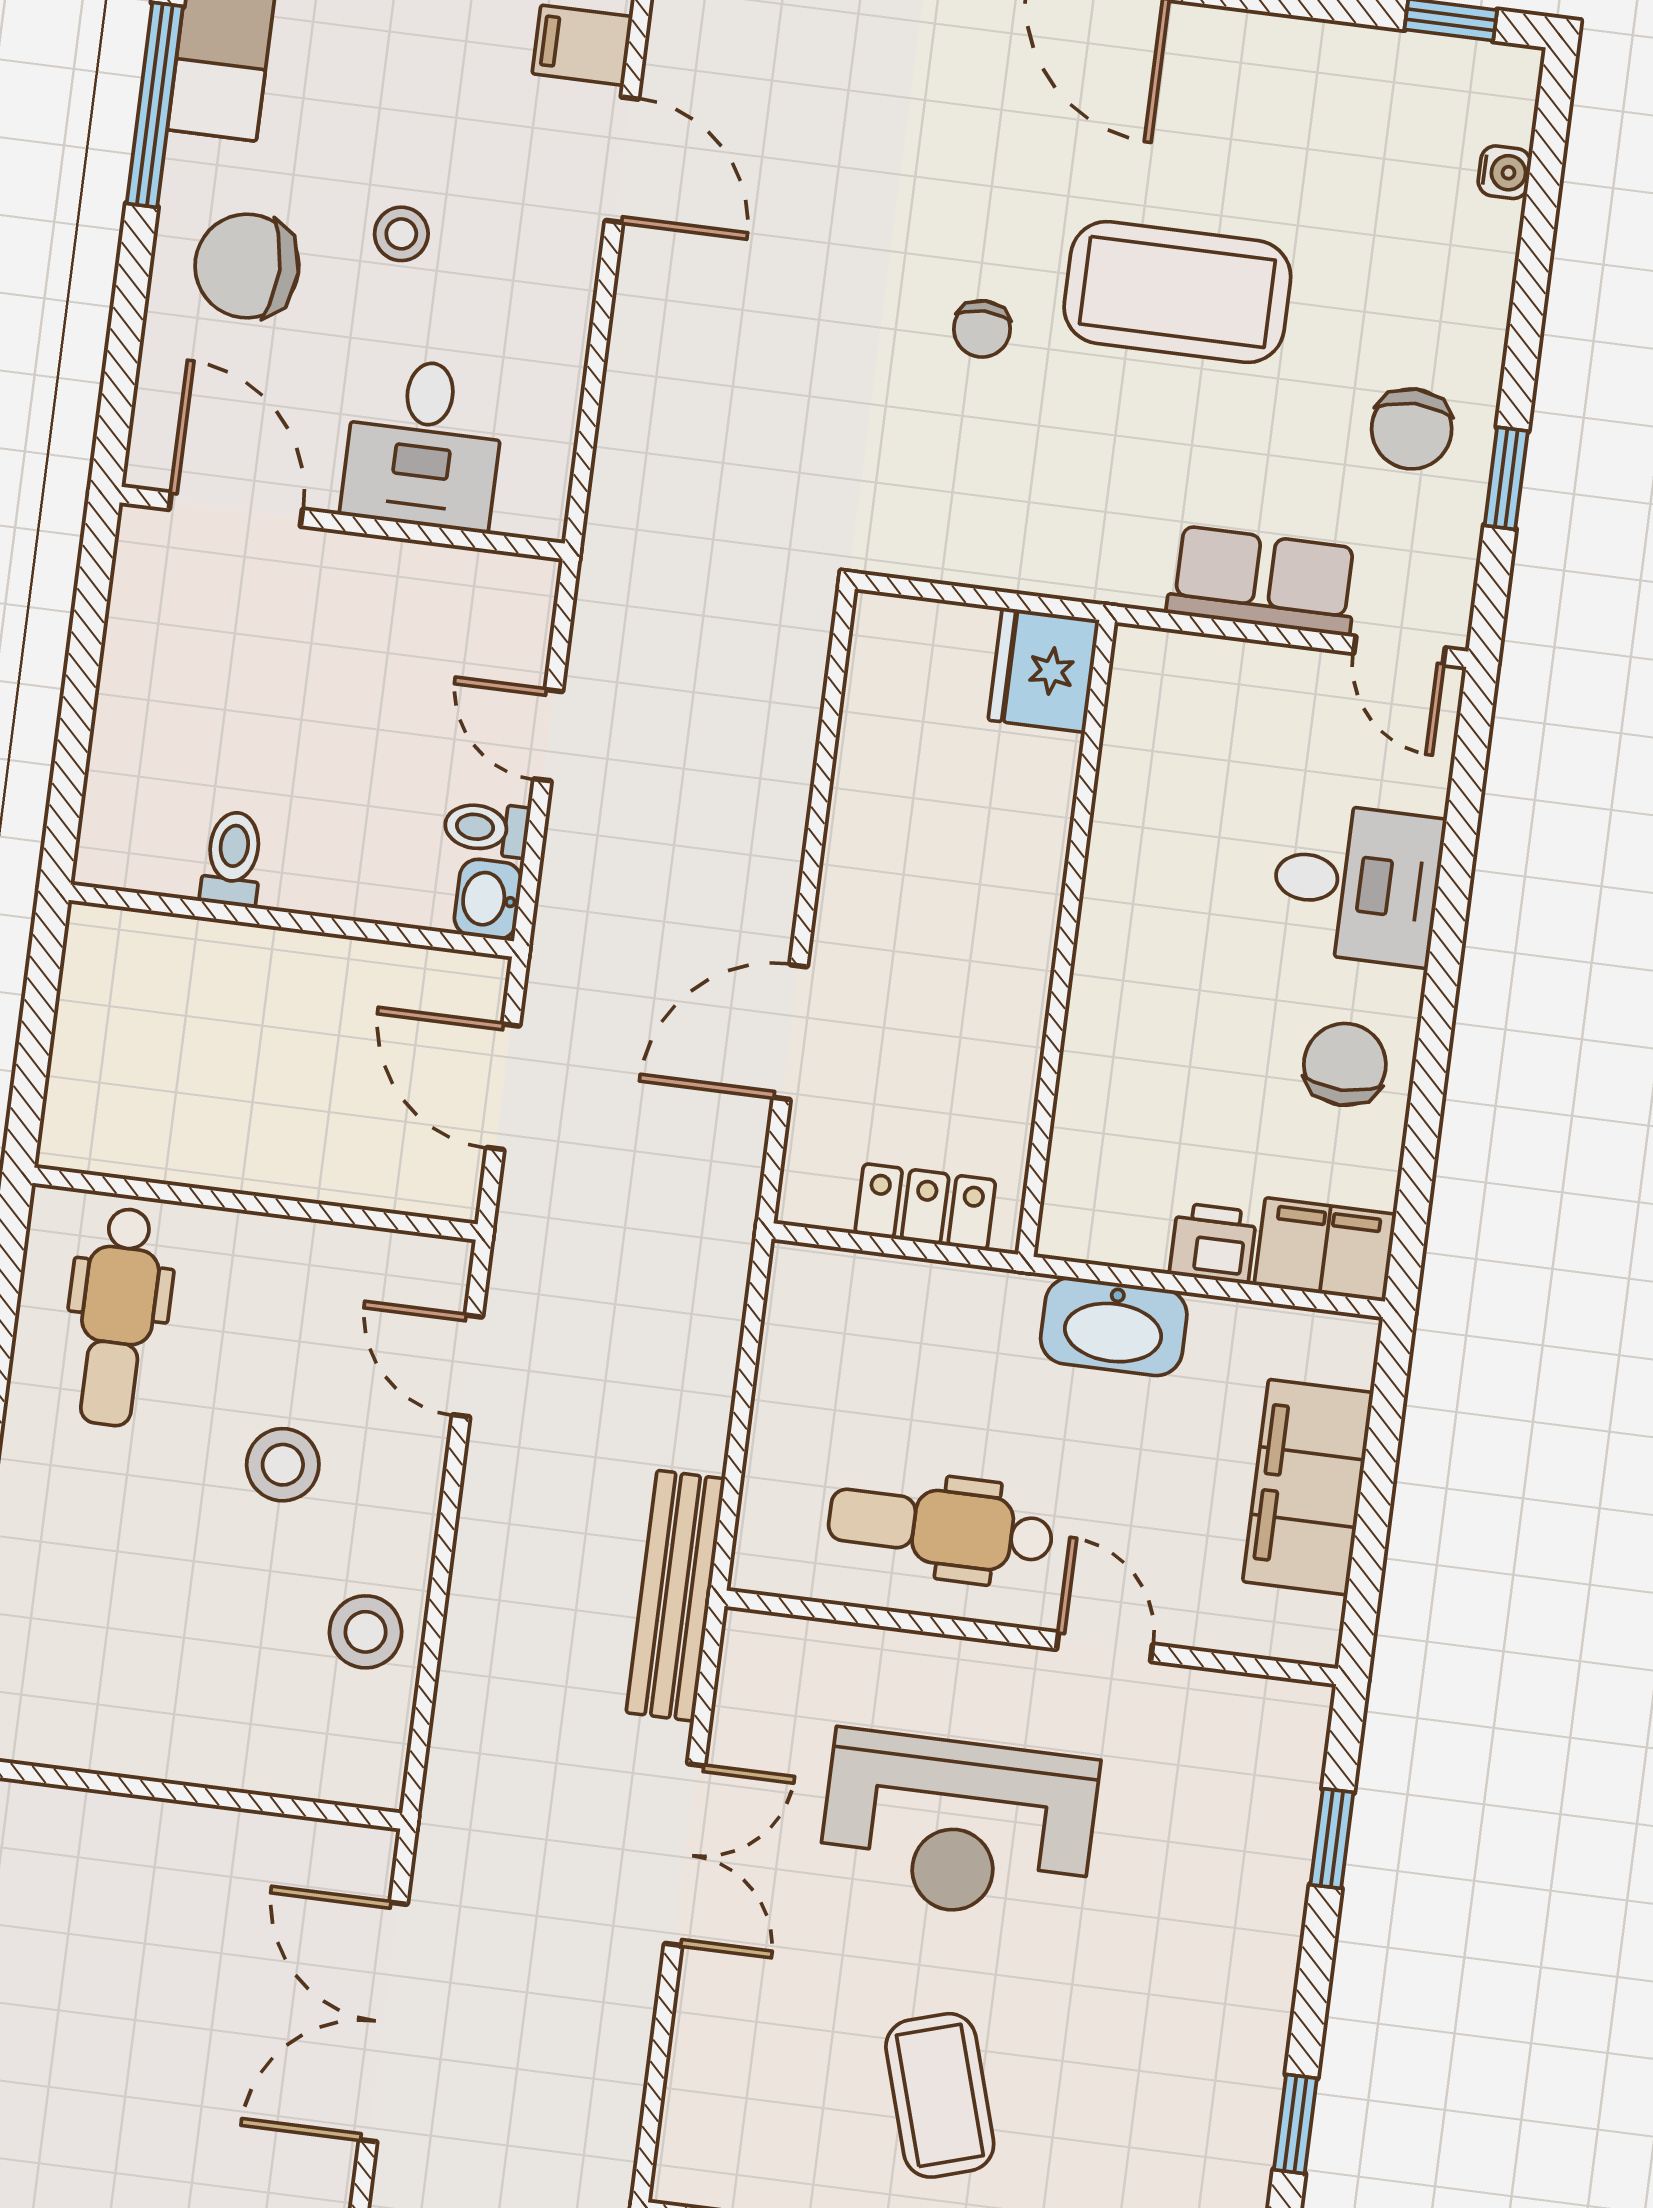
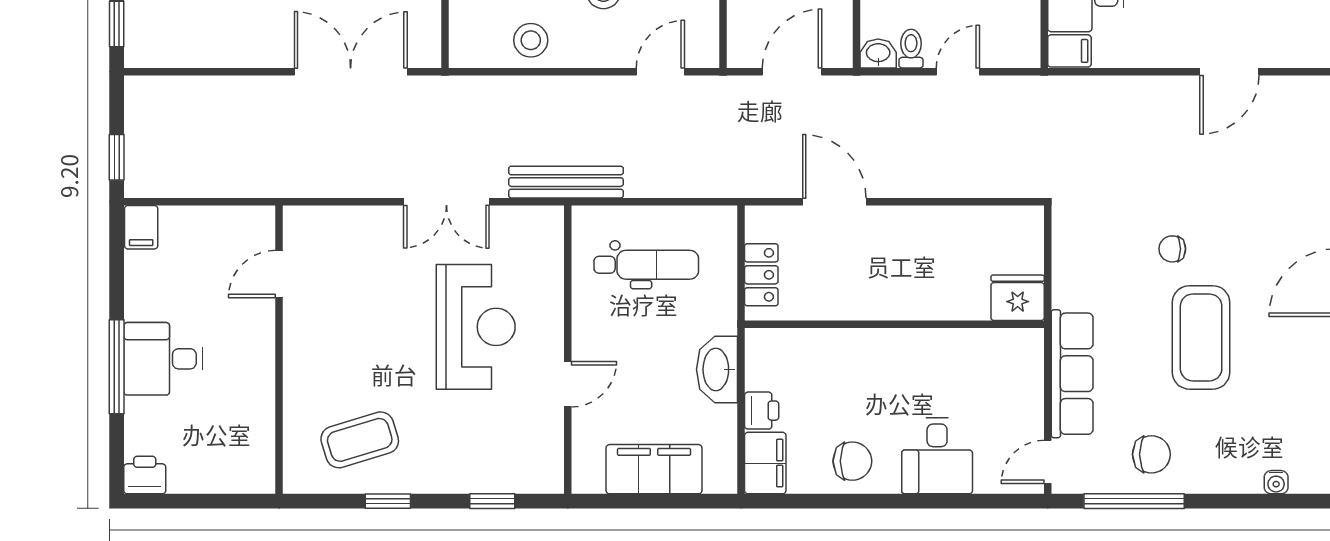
filing cabinet: (582, 45) -> (1069, 51), moved, turned 90
chair: (1412, 429) -> (1151, 454), turned 180
window: (1506, 478) -> (1134, 501), width x2.17
row of seats: (1263, 581) -> (1072, 374), width x1.48
dental chair: (941, 1527) -> (646, 265), moved, turned 90
reception desk: (958, 1826) -> (476, 327), turned 180
coffee table: (940, 2095) -> (360, 440), moved
window: (1295, 2124) -> (388, 501), moved

